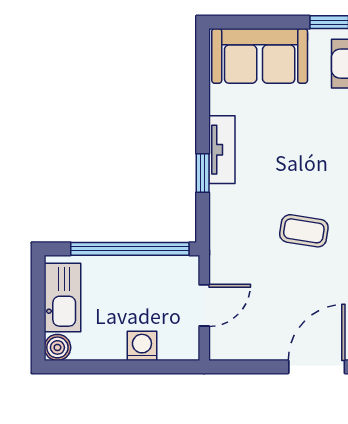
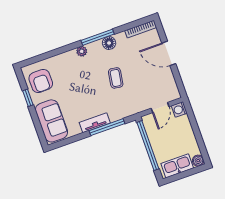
window: (203, 173) -> (107, 127), width x2.17
door: (204, 305) -> (160, 107), swing flipped
washing machine: (142, 346) -> (179, 109), moved

